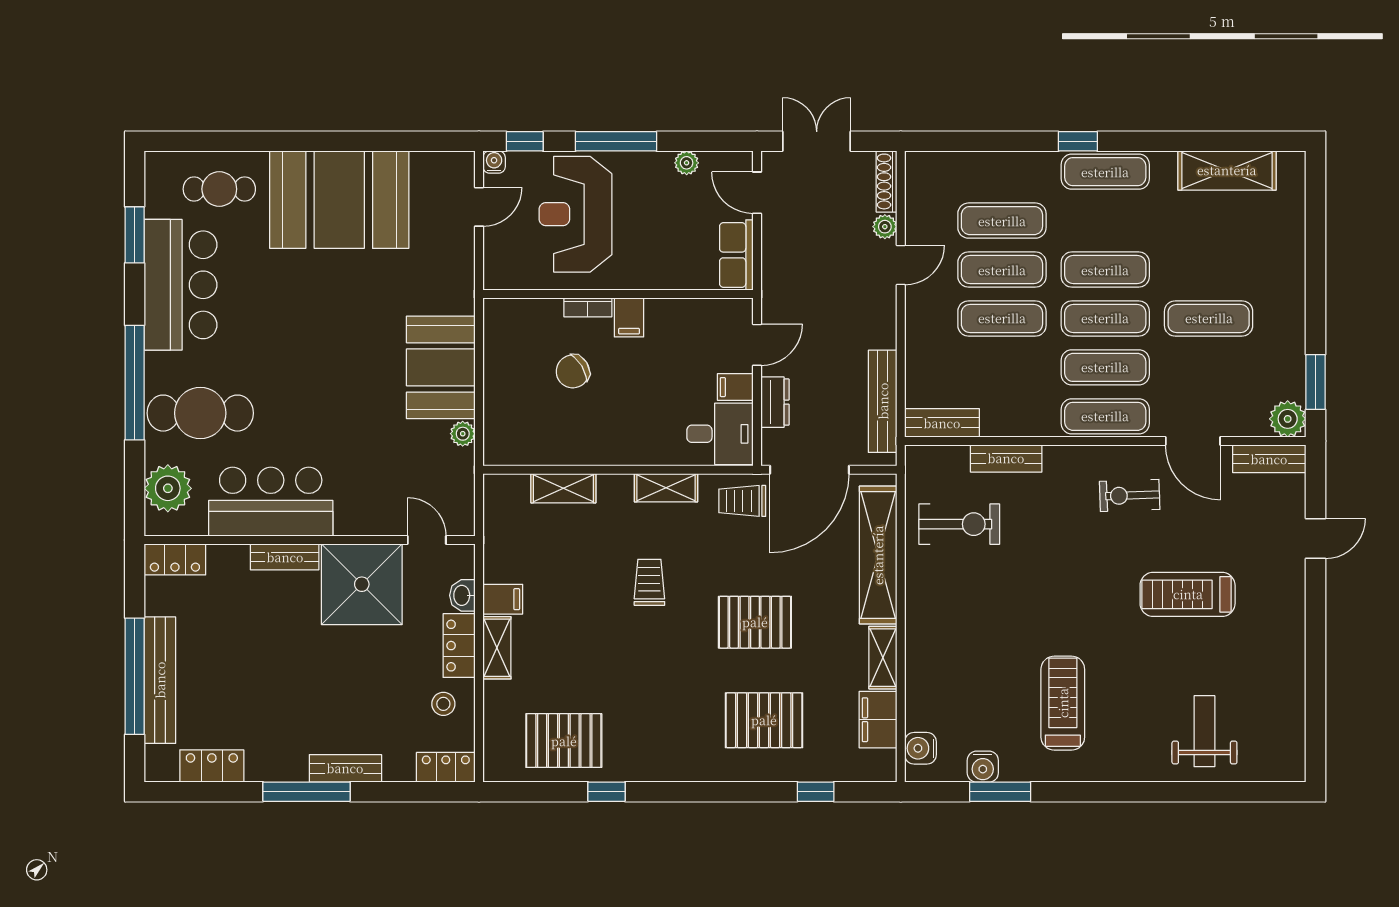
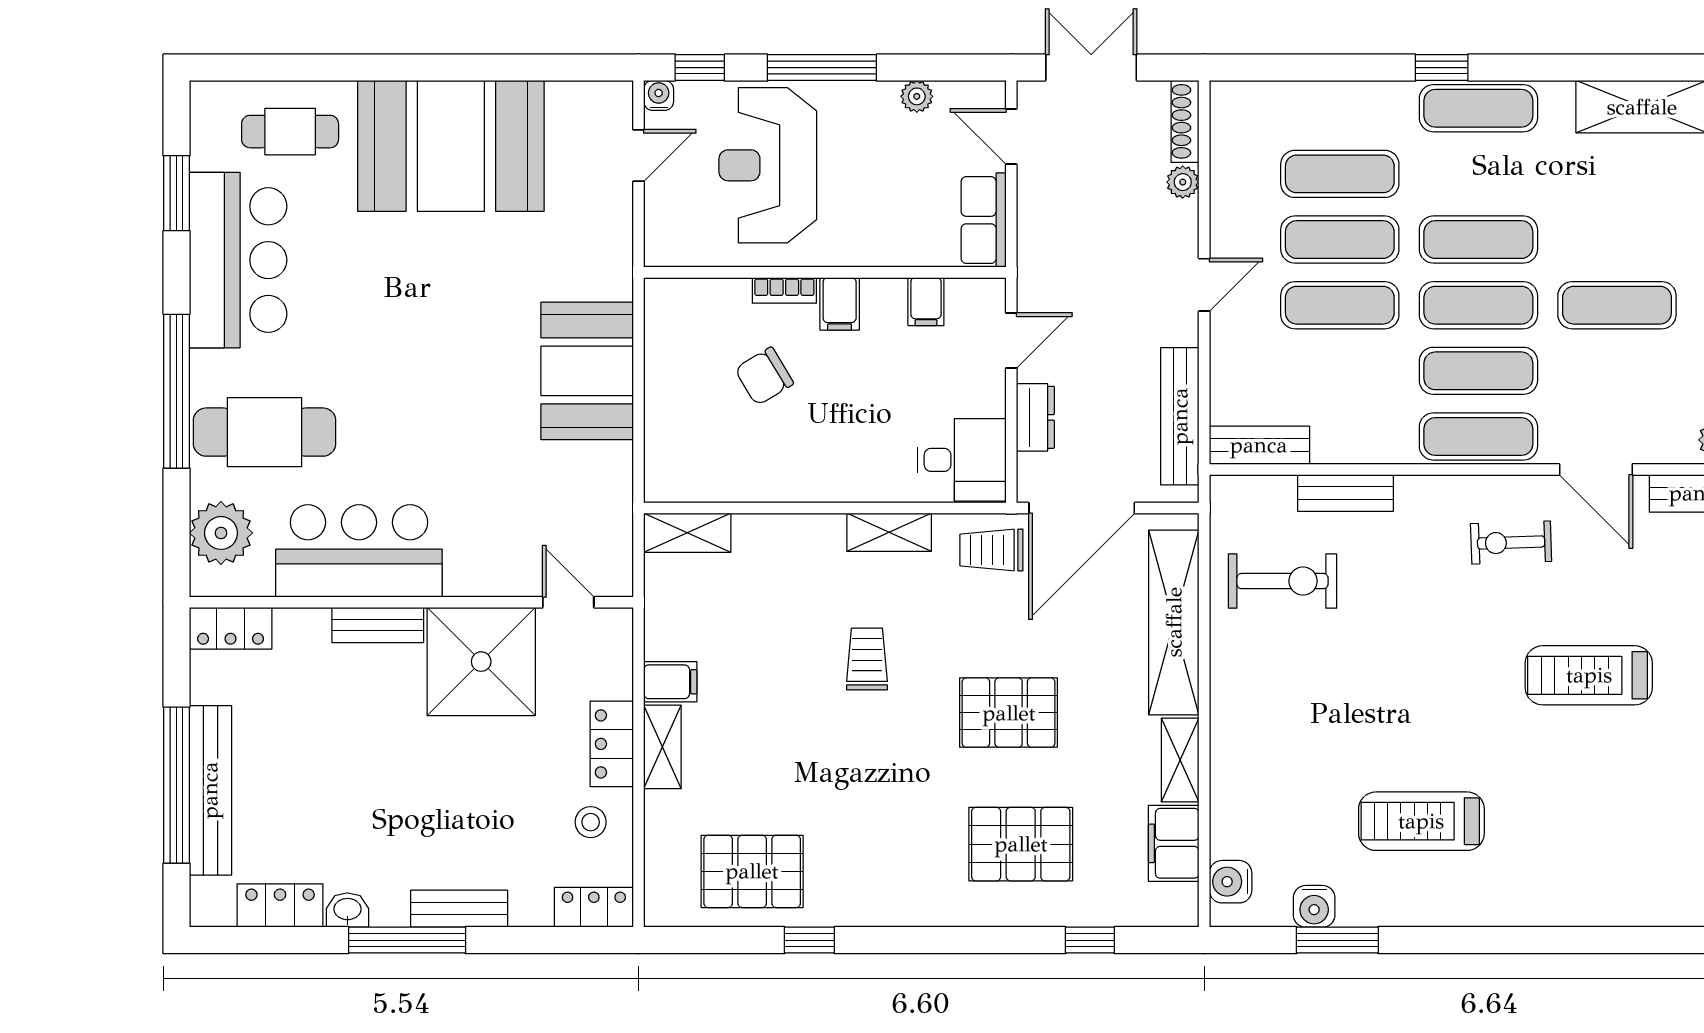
door: (901, 265) -> (1204, 285), moved
filing cabinet: (735, 387) -> (926, 302), moved, turned -90
plant: (463, 434) -> (617, 460), removed
shelving: (563, 488) -> (687, 533), moved
washbasin: (462, 595) -> (347, 910), moved, turned 90
treadmill: (1063, 703) -> (1421, 821), turned -90
weight bench: (1204, 731) -> (1611, 859), removed

